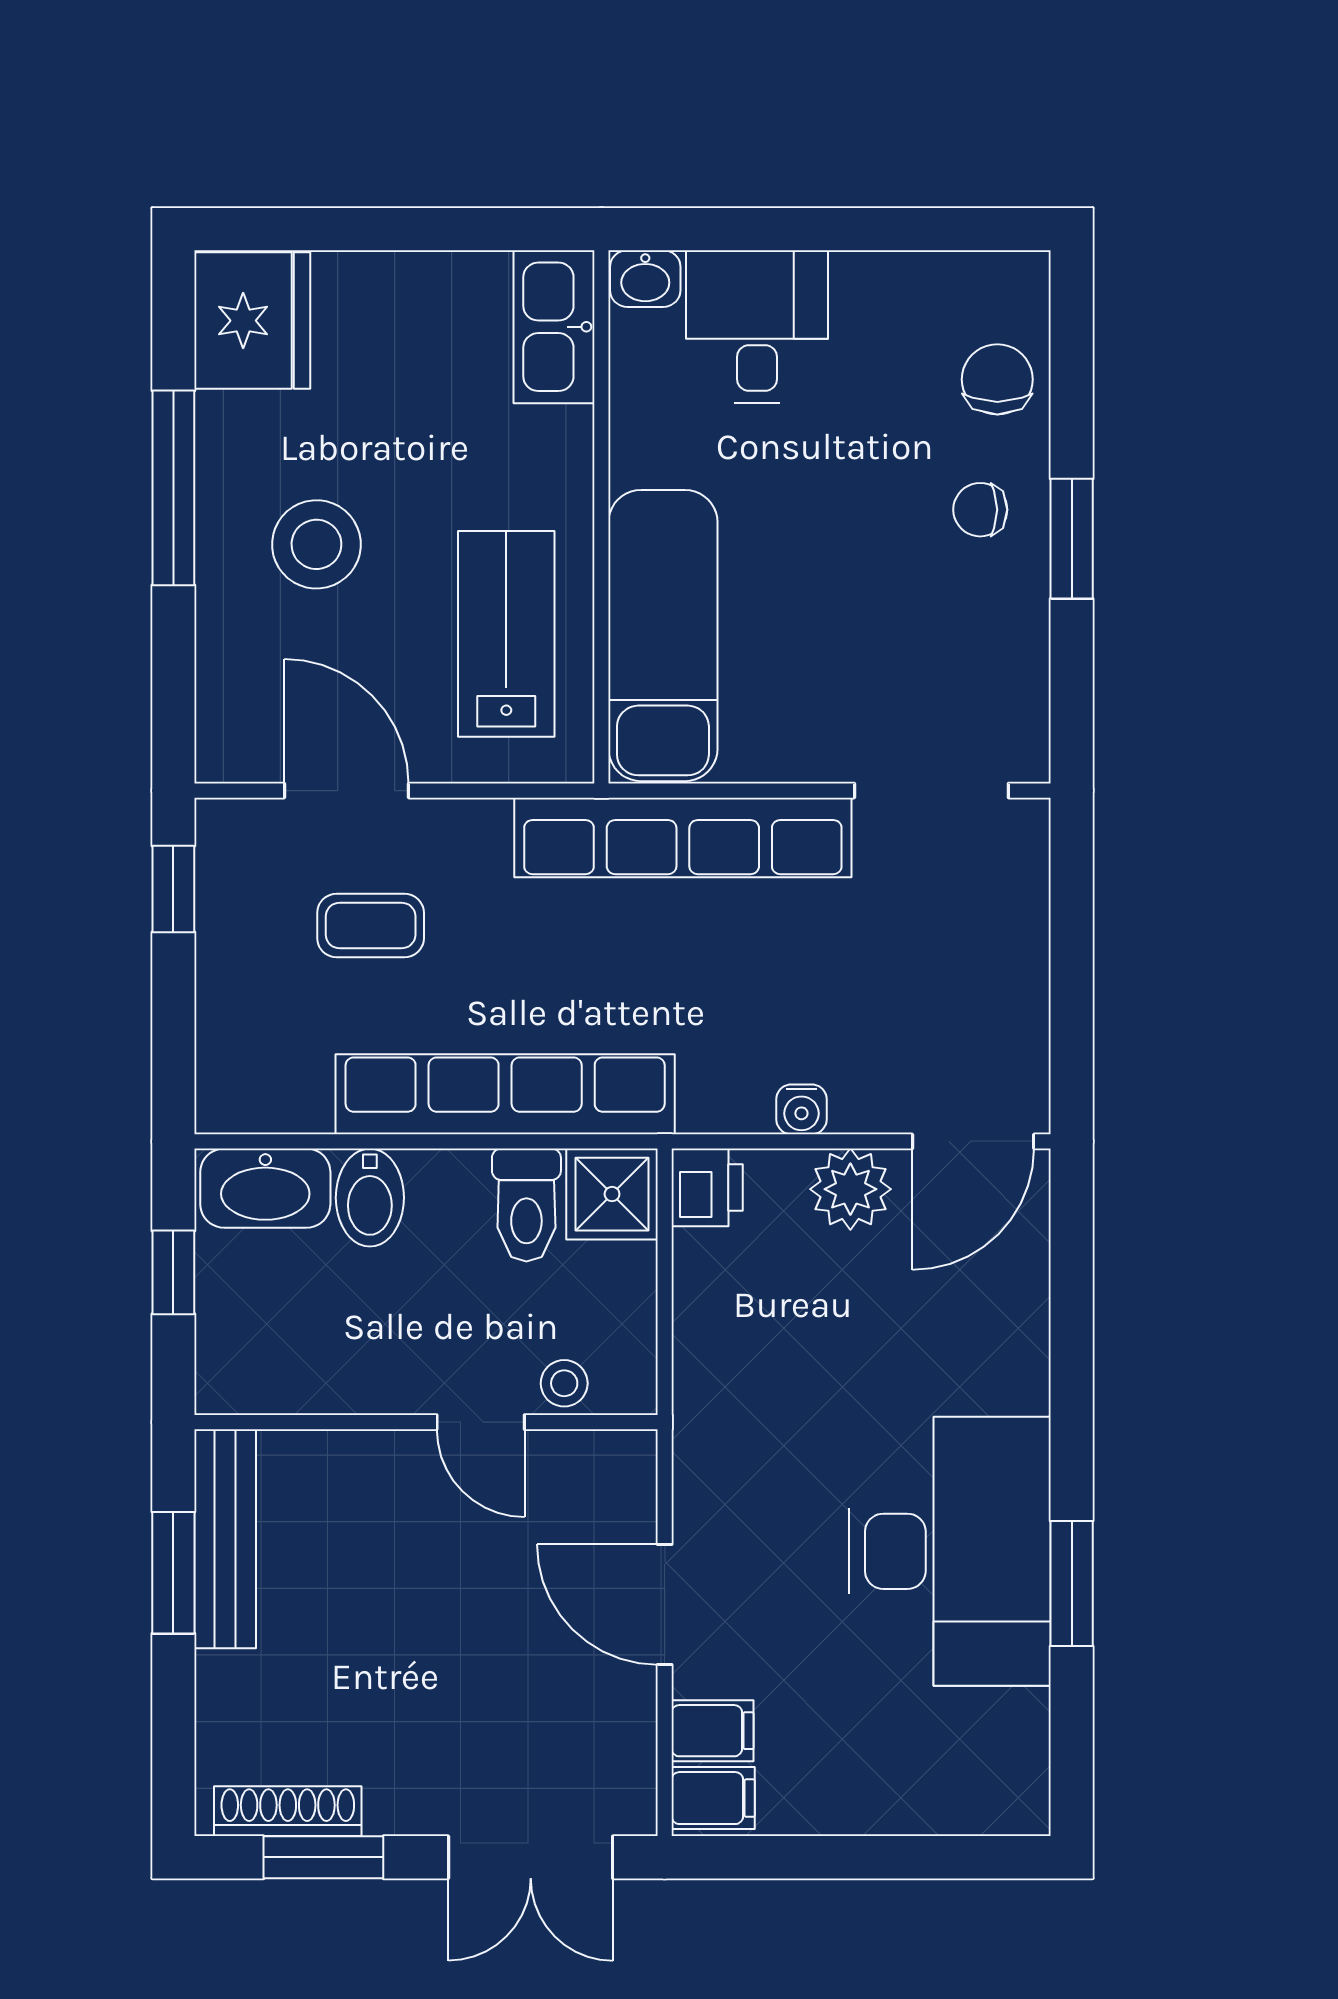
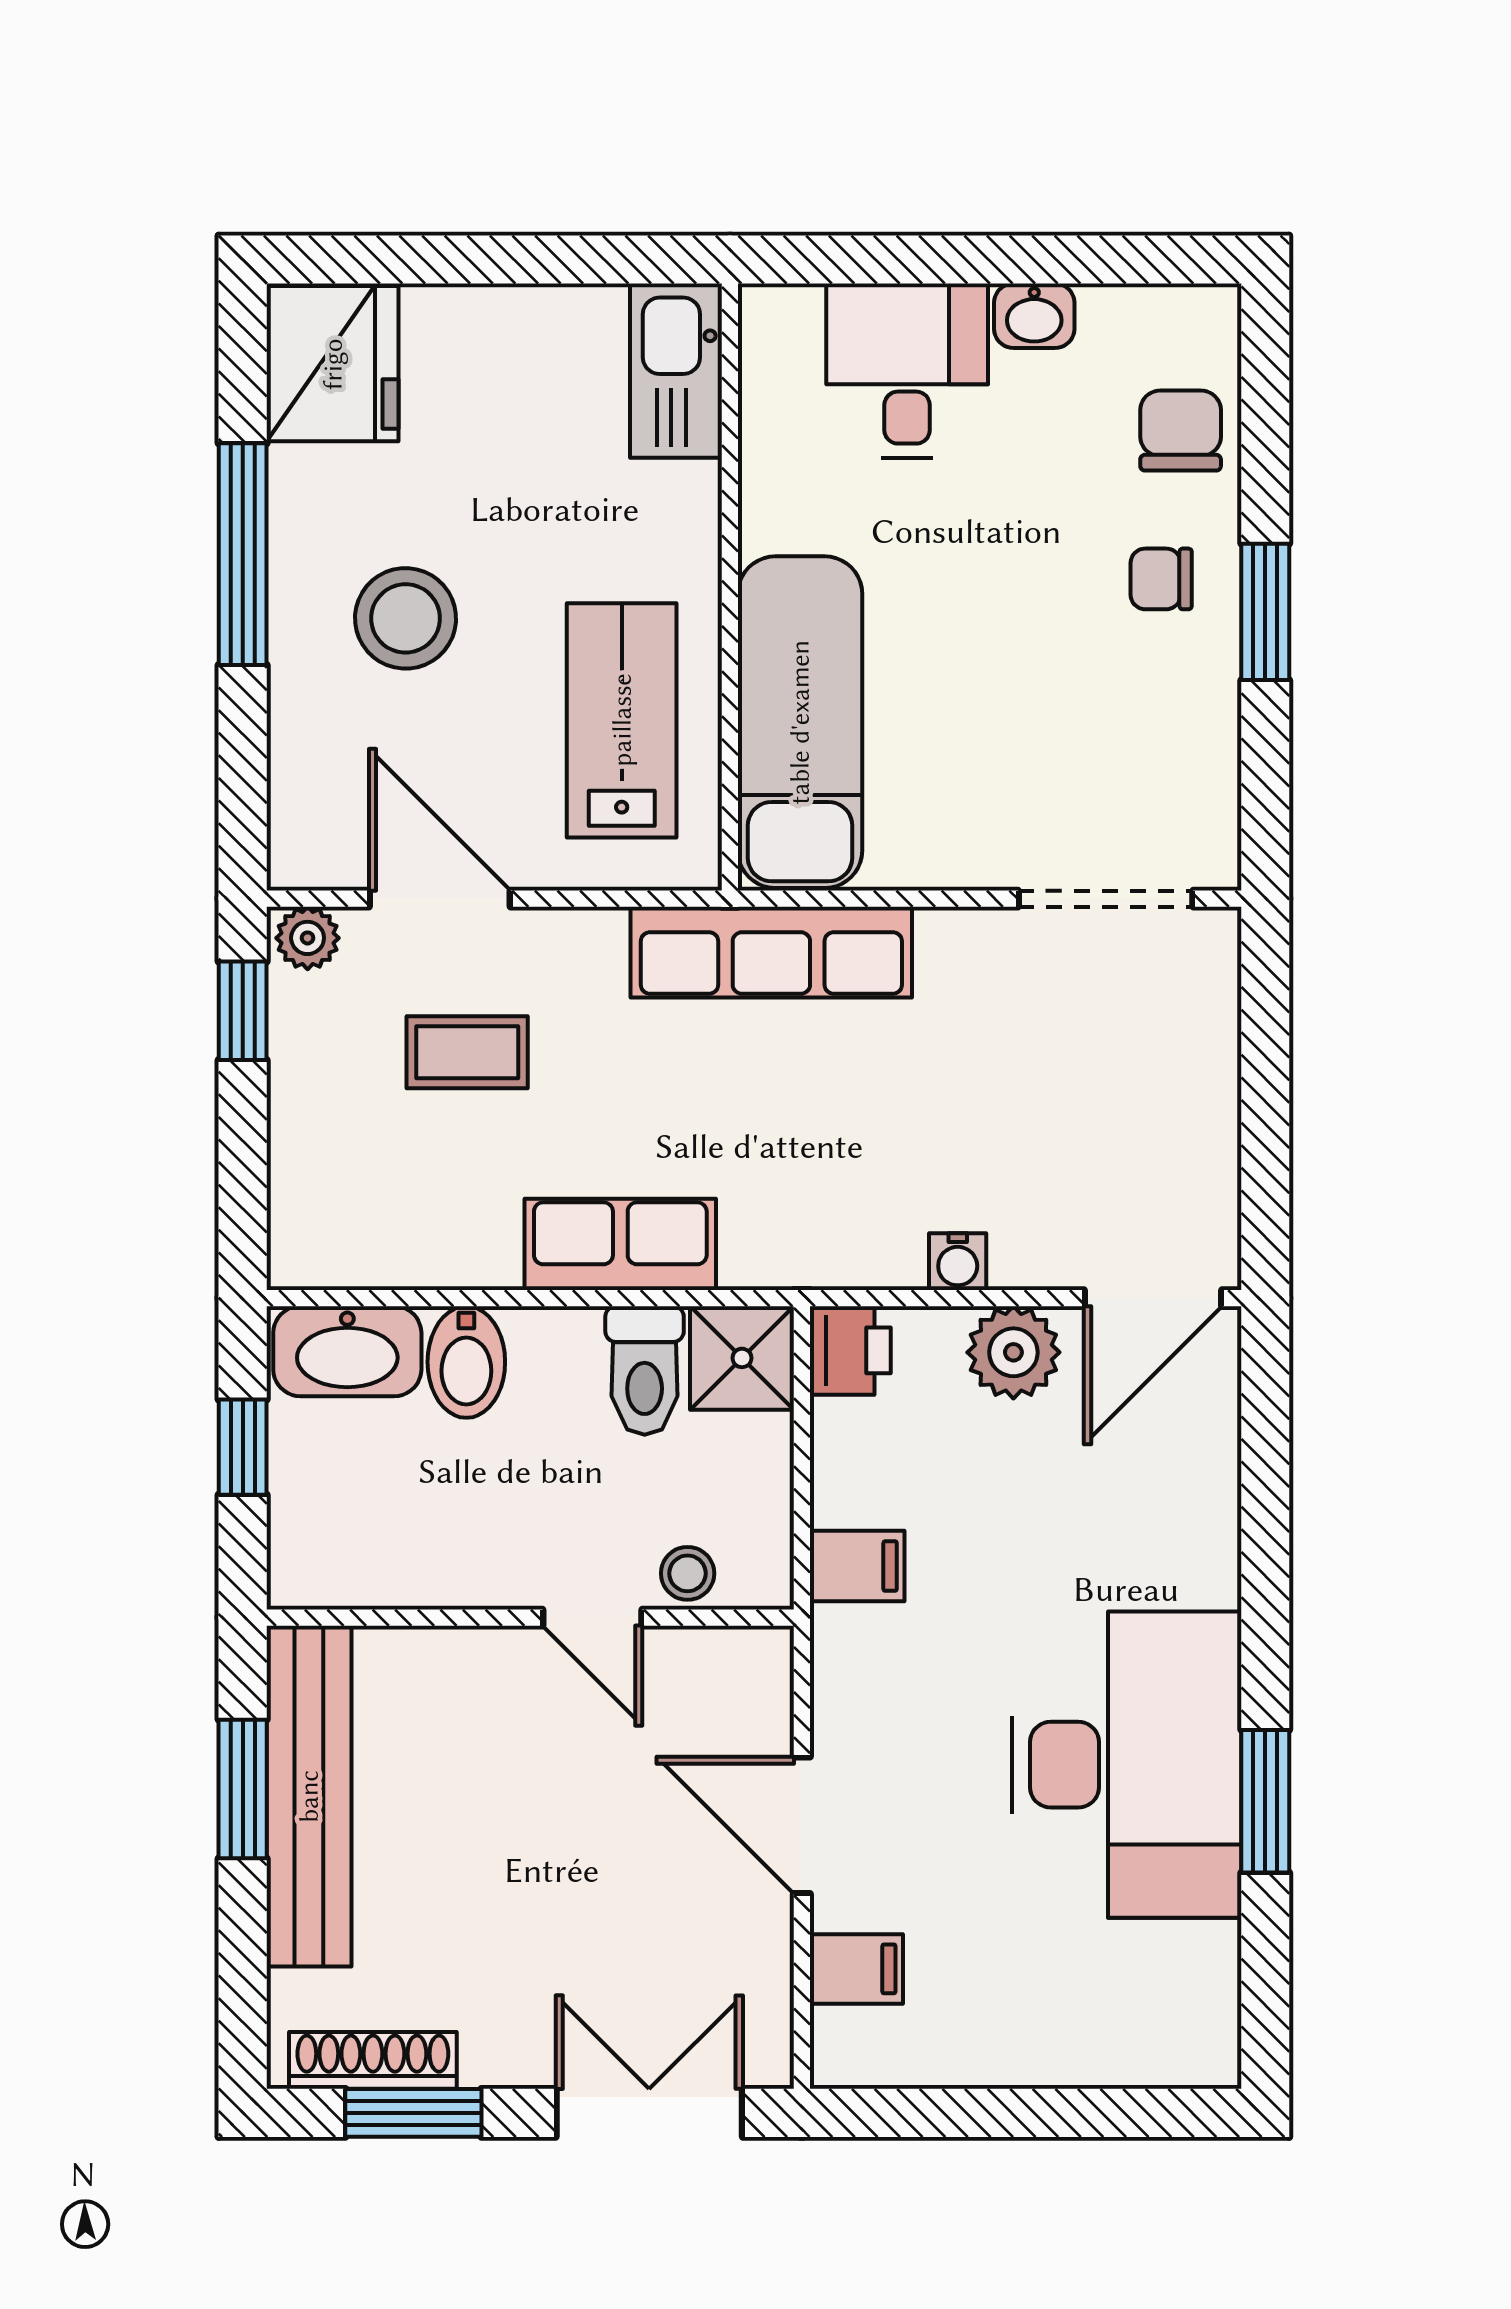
washbasin: (645, 279) -> (1034, 316), moved
plant: (230, 825) -> (308, 938), added
row of seats: (683, 838) -> (771, 952), width x0.73
row of seats: (505, 1094) -> (620, 1244), width x0.50
bench: (225, 1539) -> (309, 1796), width x1.37, depth x1.21
filing cabinet: (713, 1798) -> (857, 1566), moved
double door: (531, 1857) -> (649, 2113), swing flipped

